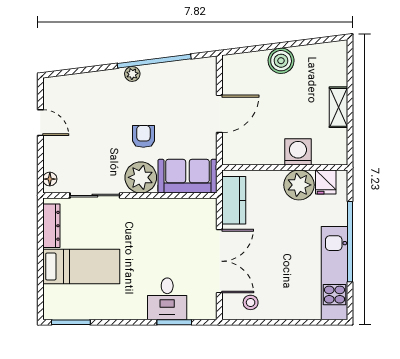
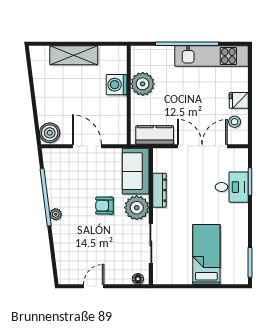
boiler: (281, 61) -> (50, 133), moved
shelving: (339, 107) -> (74, 55), width x1.50, depth x1.33
fridge: (326, 182) -> (239, 100), moved, turned 180
dresser: (51, 226) -> (159, 190), moved, turned 90

